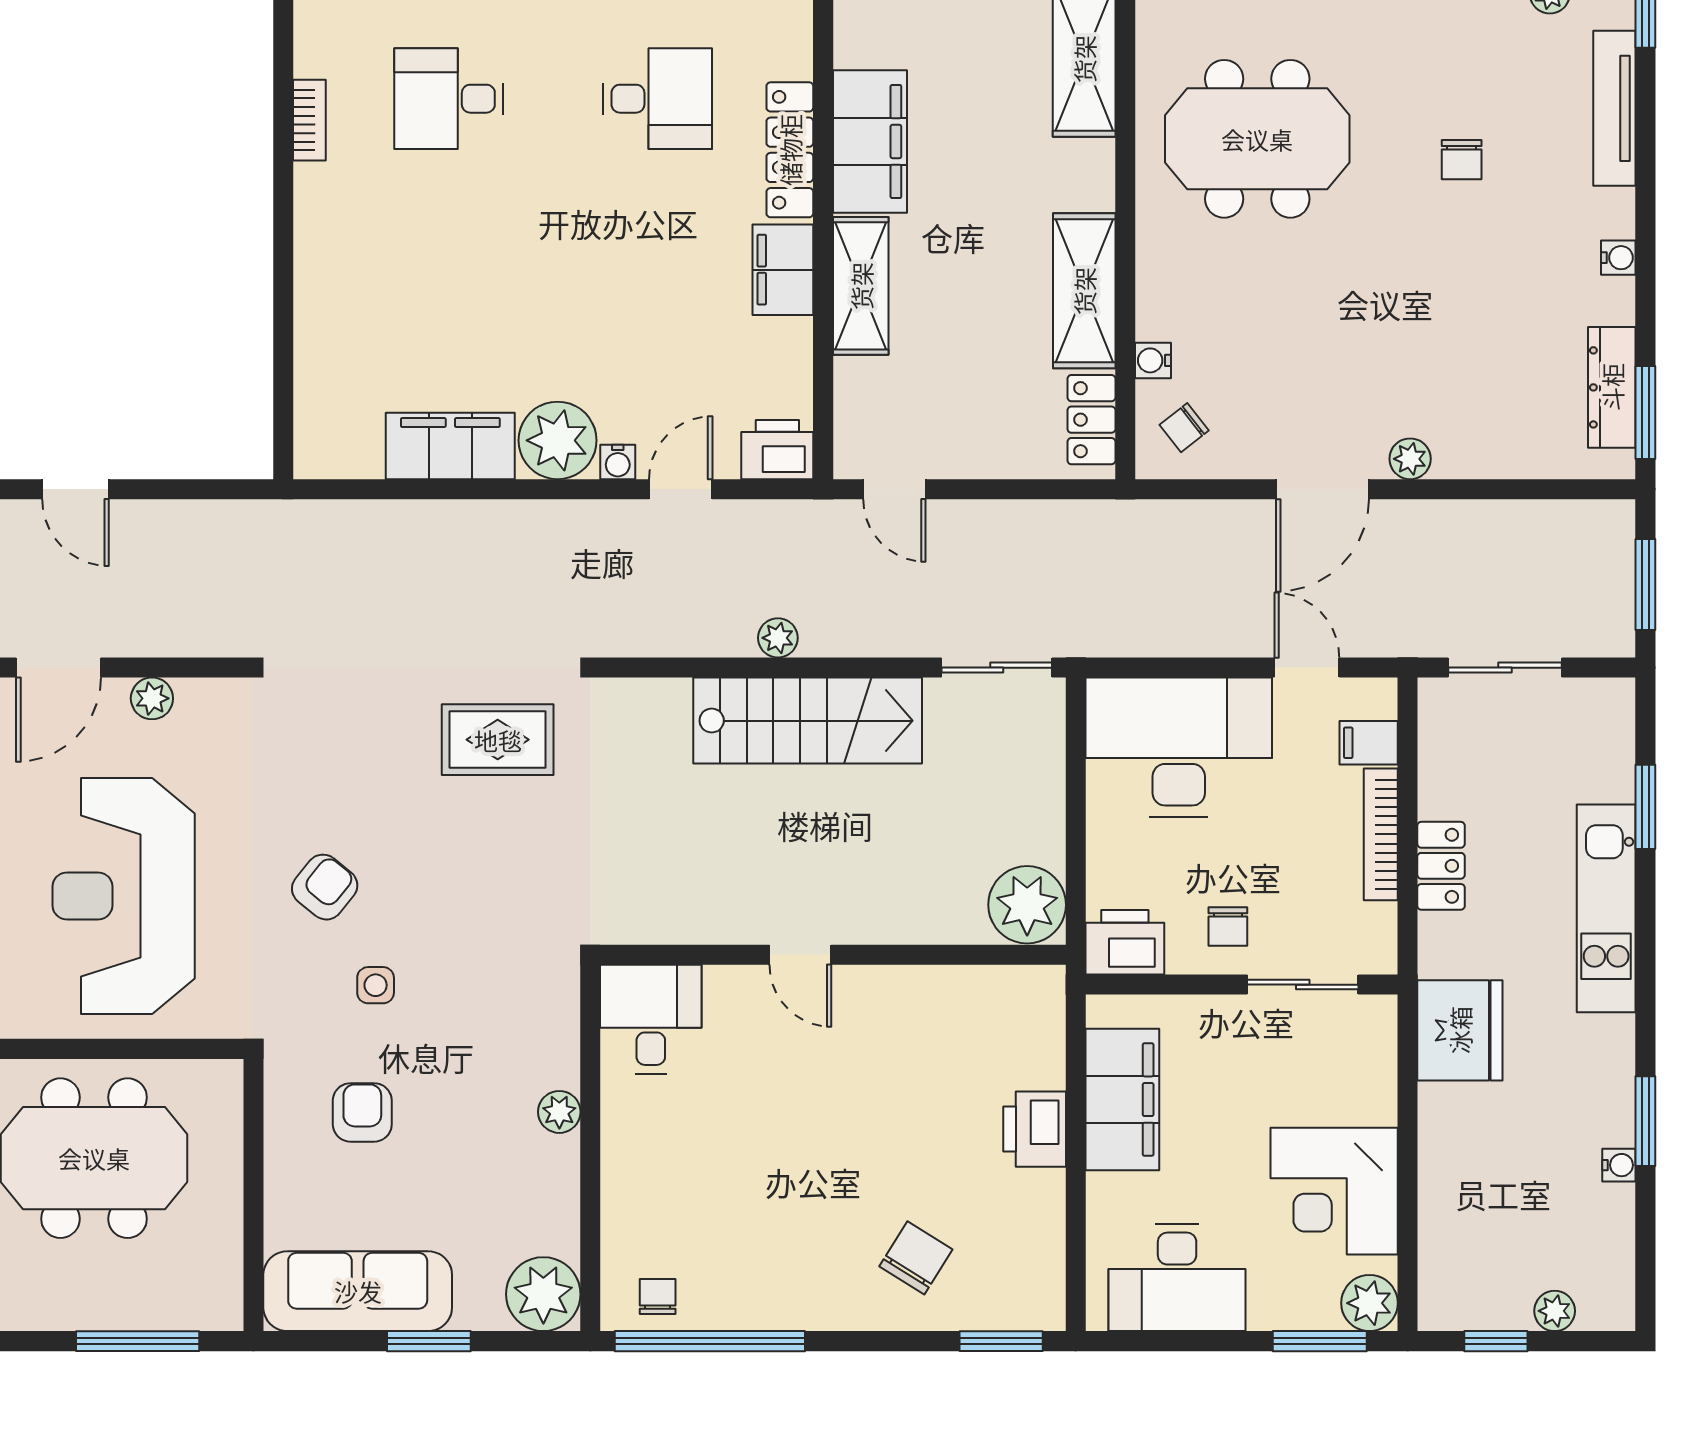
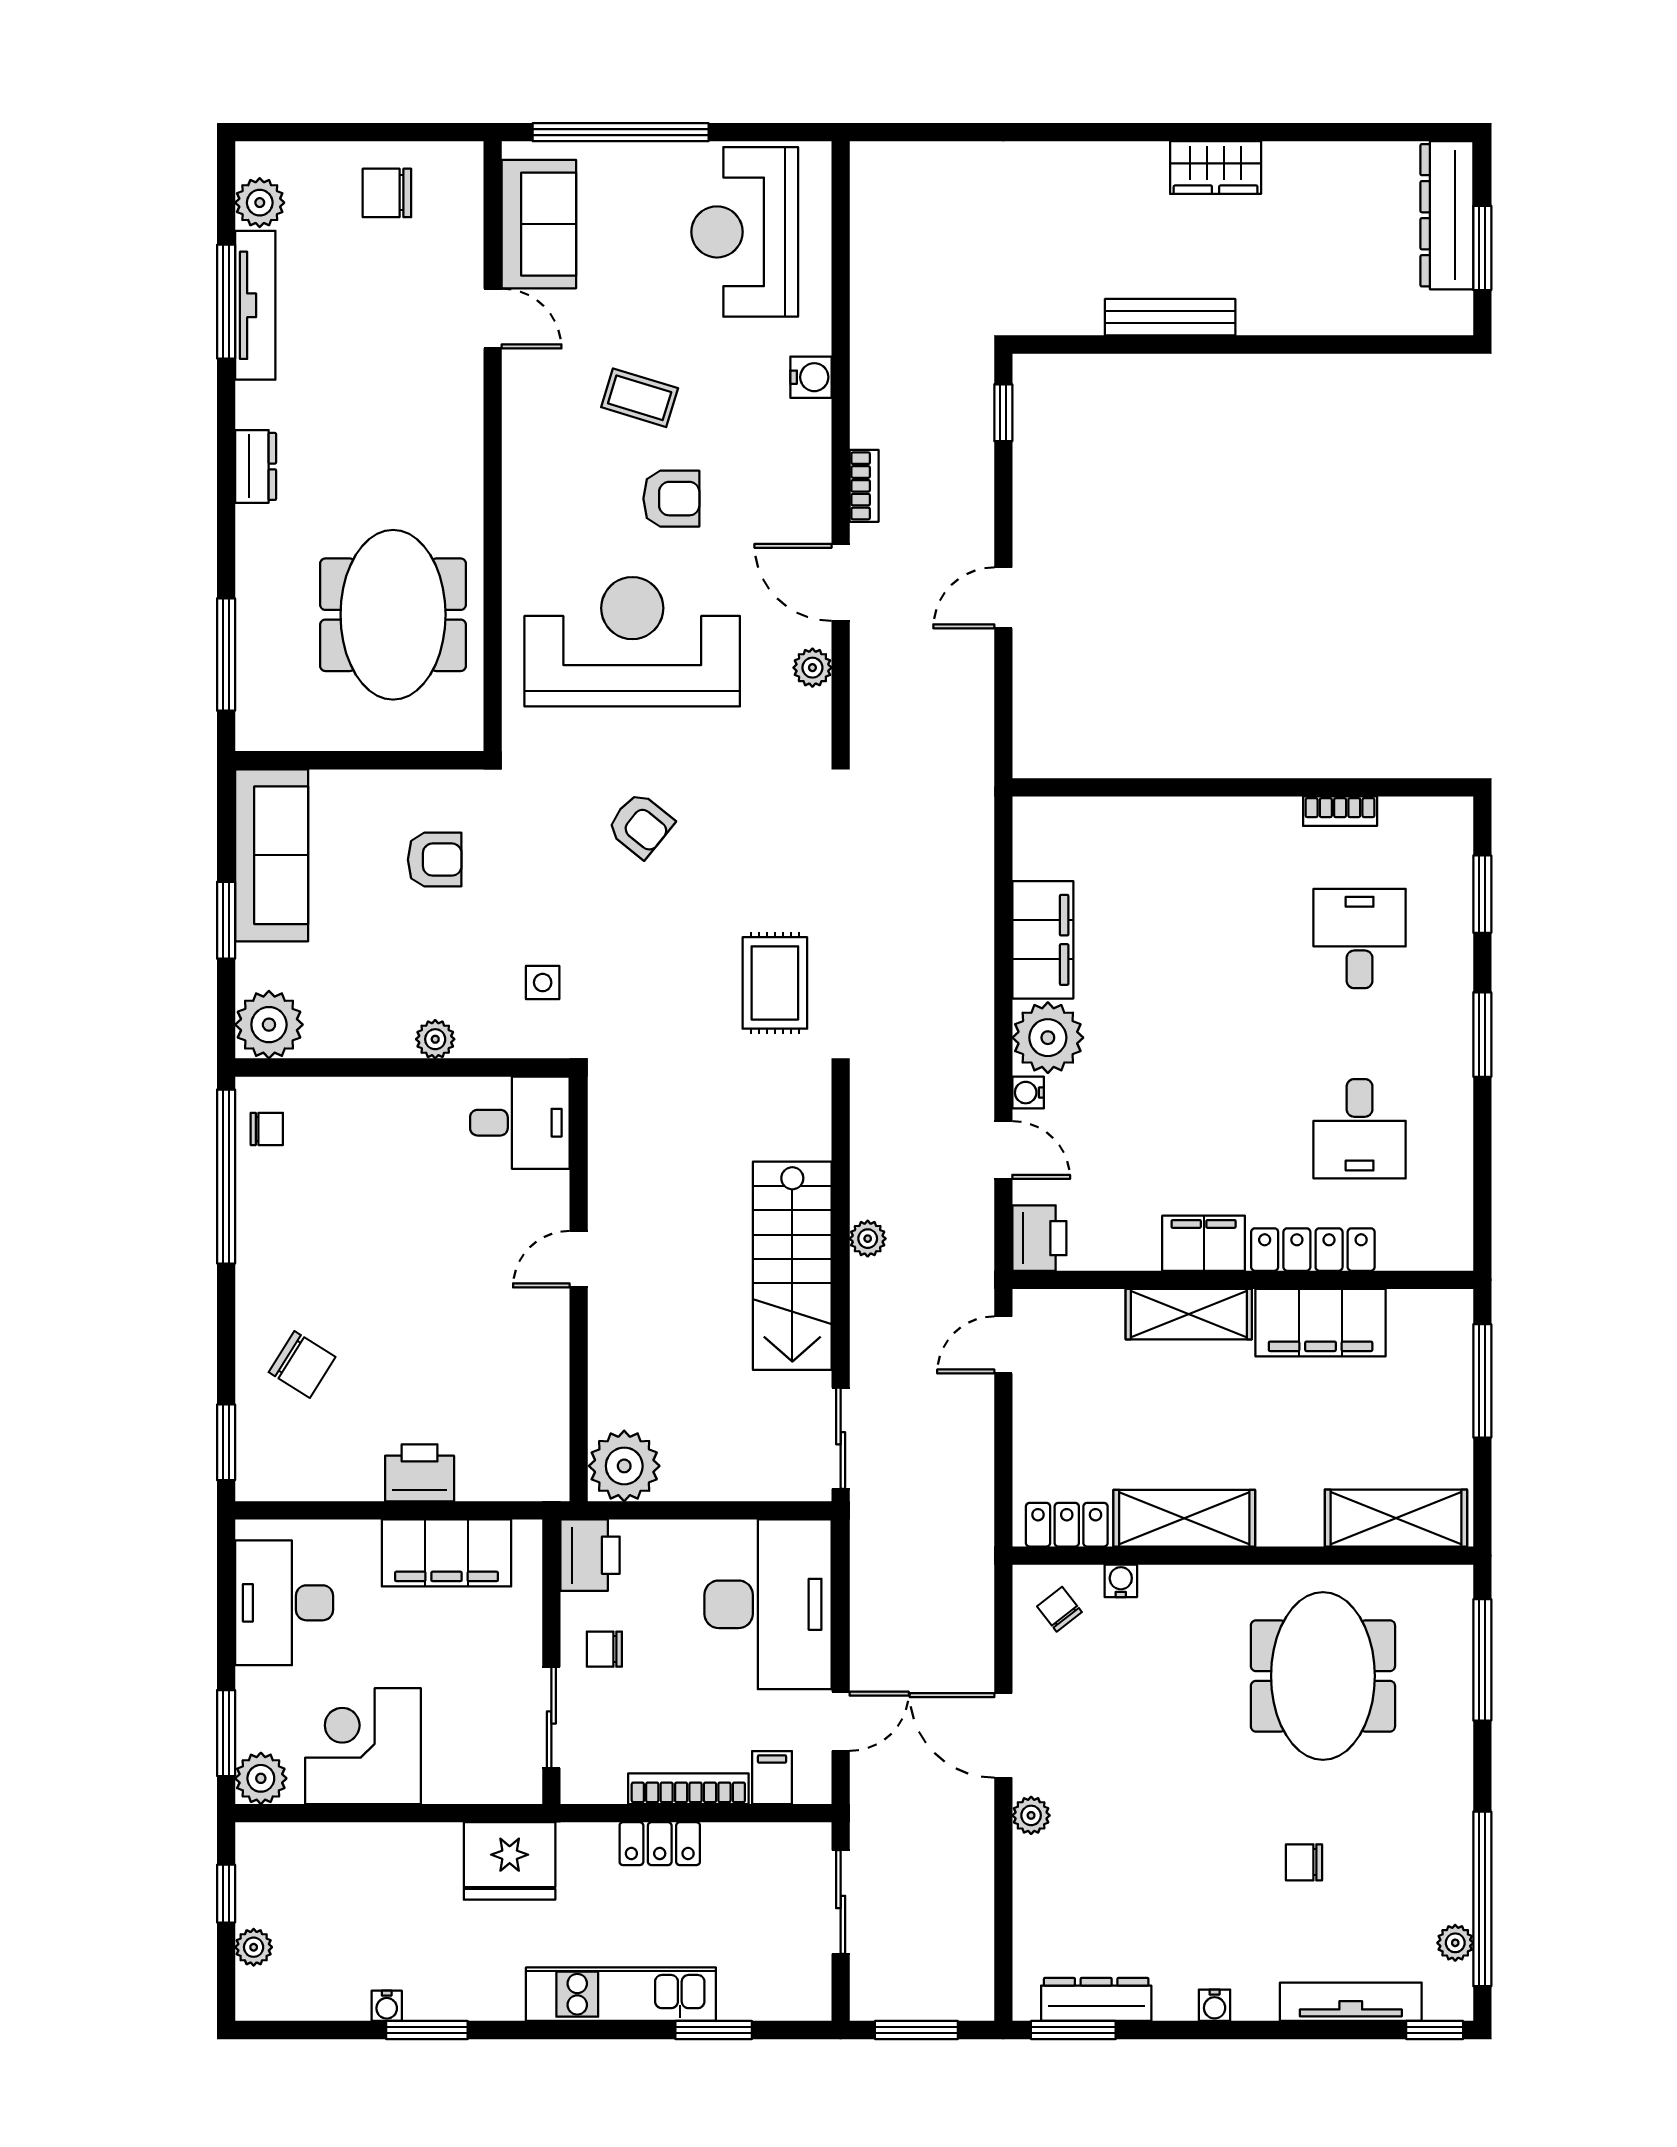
side table: (376, 985) -> (543, 983), moved

